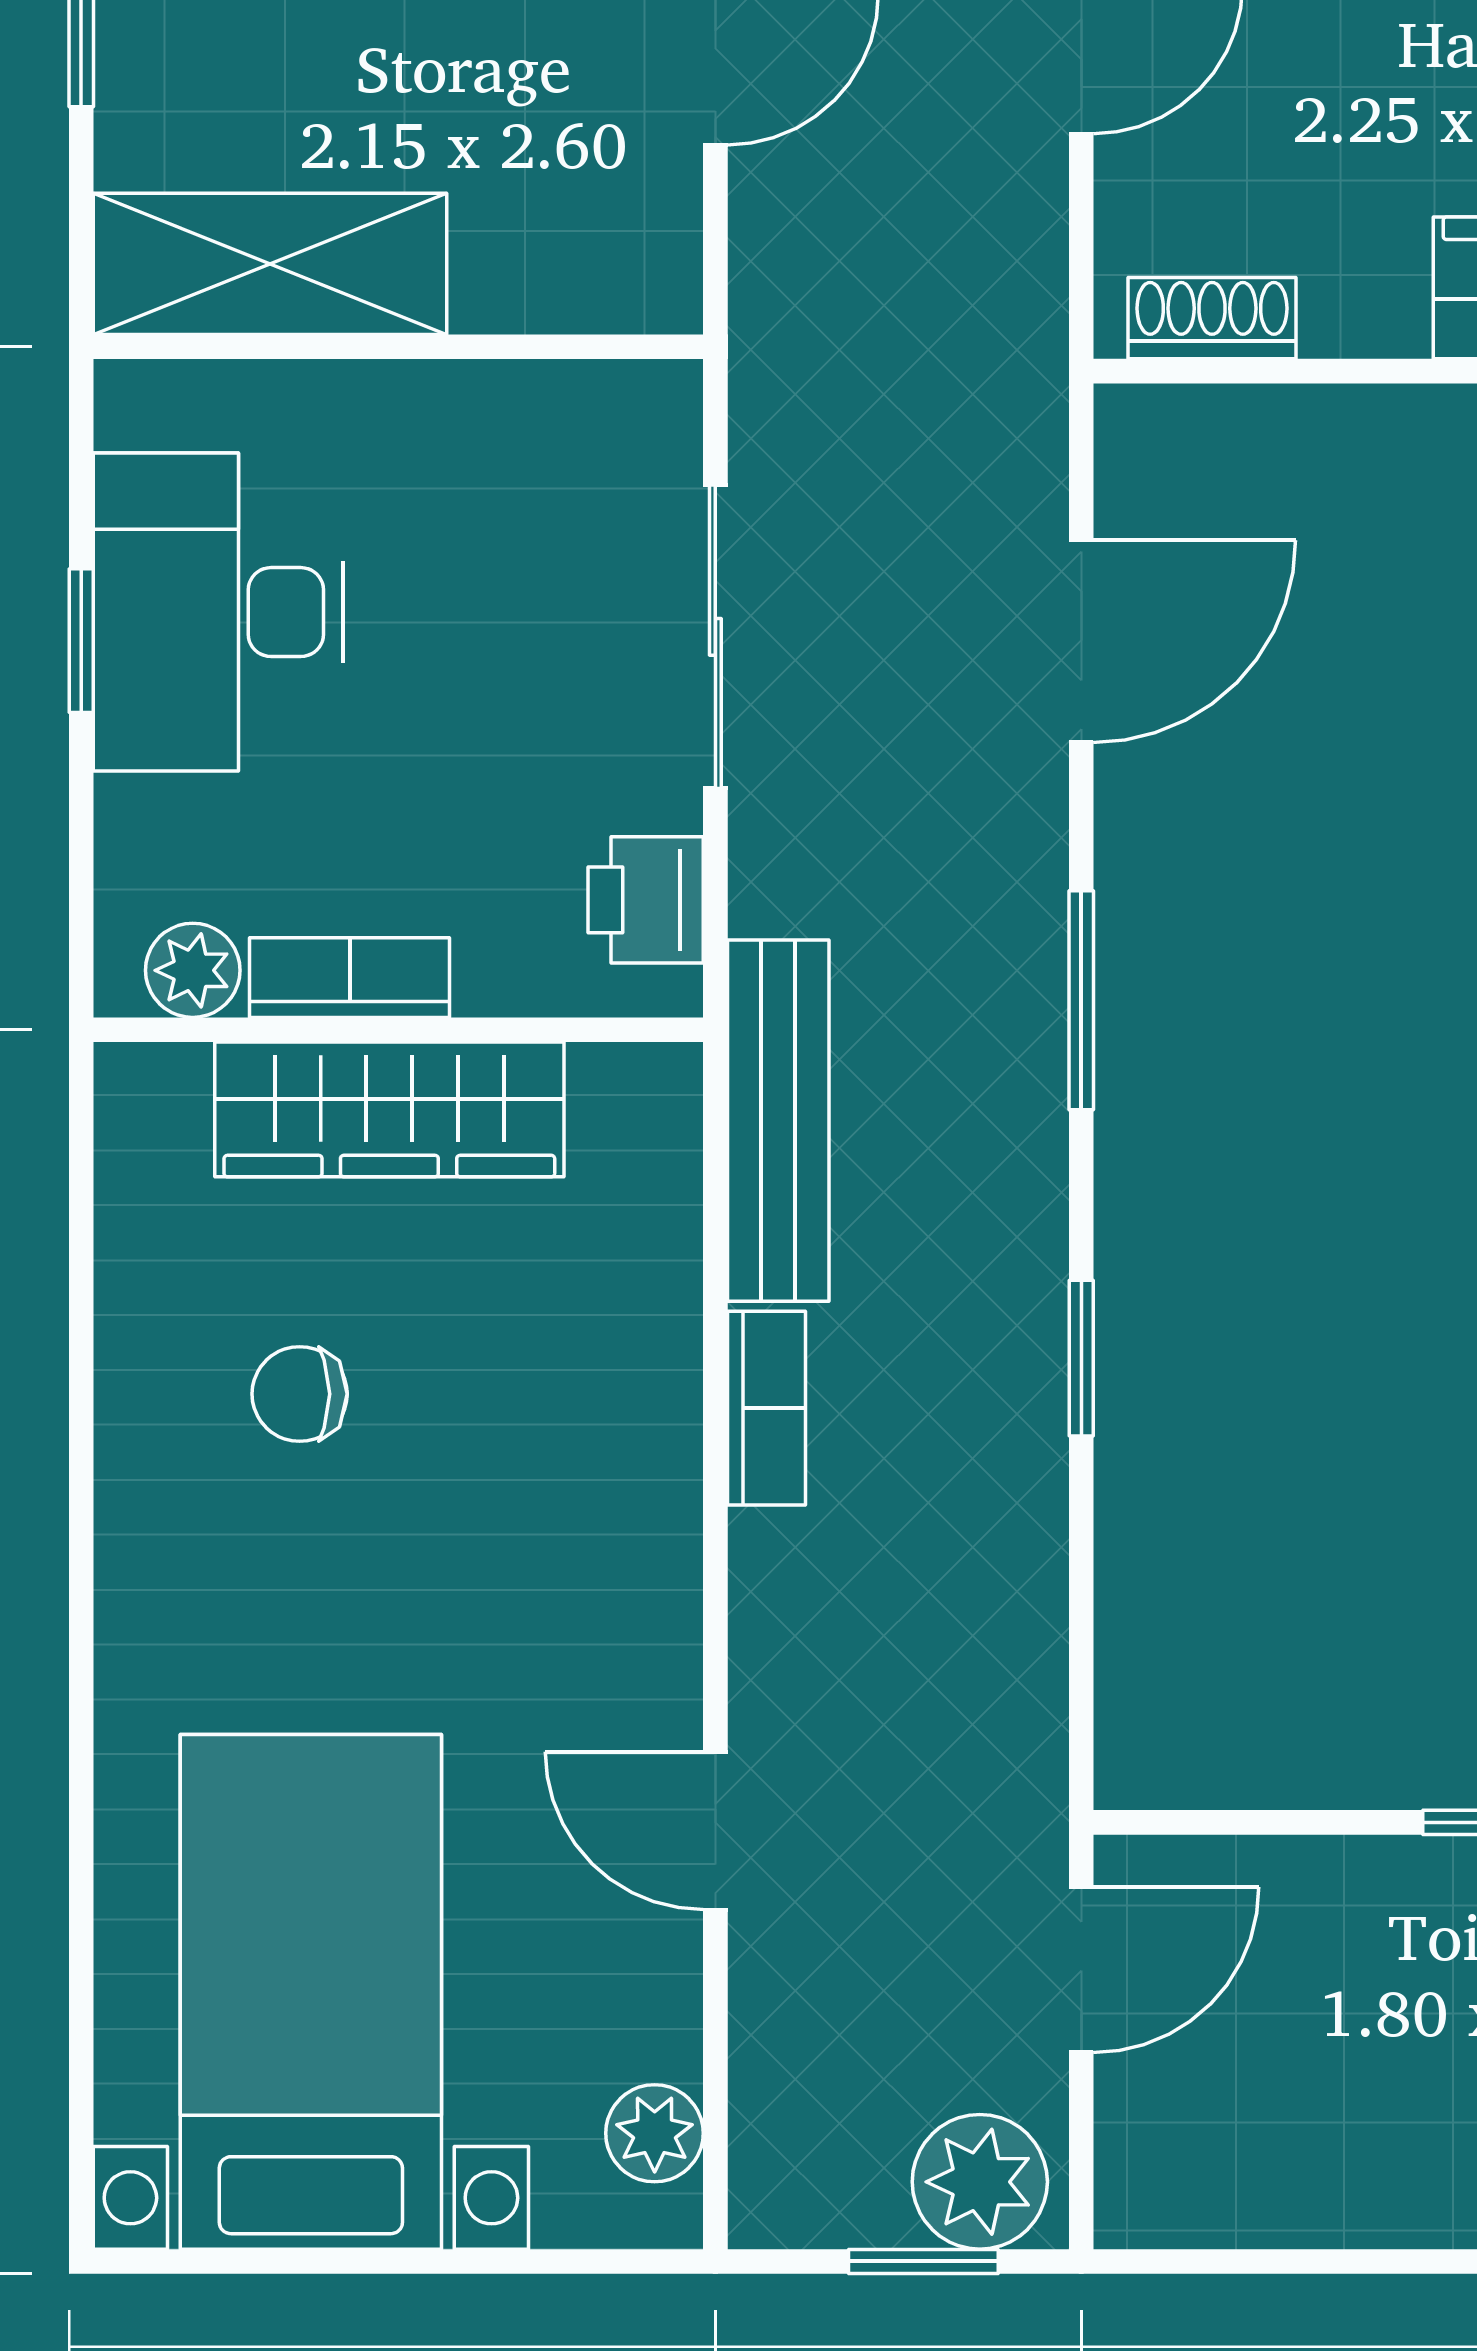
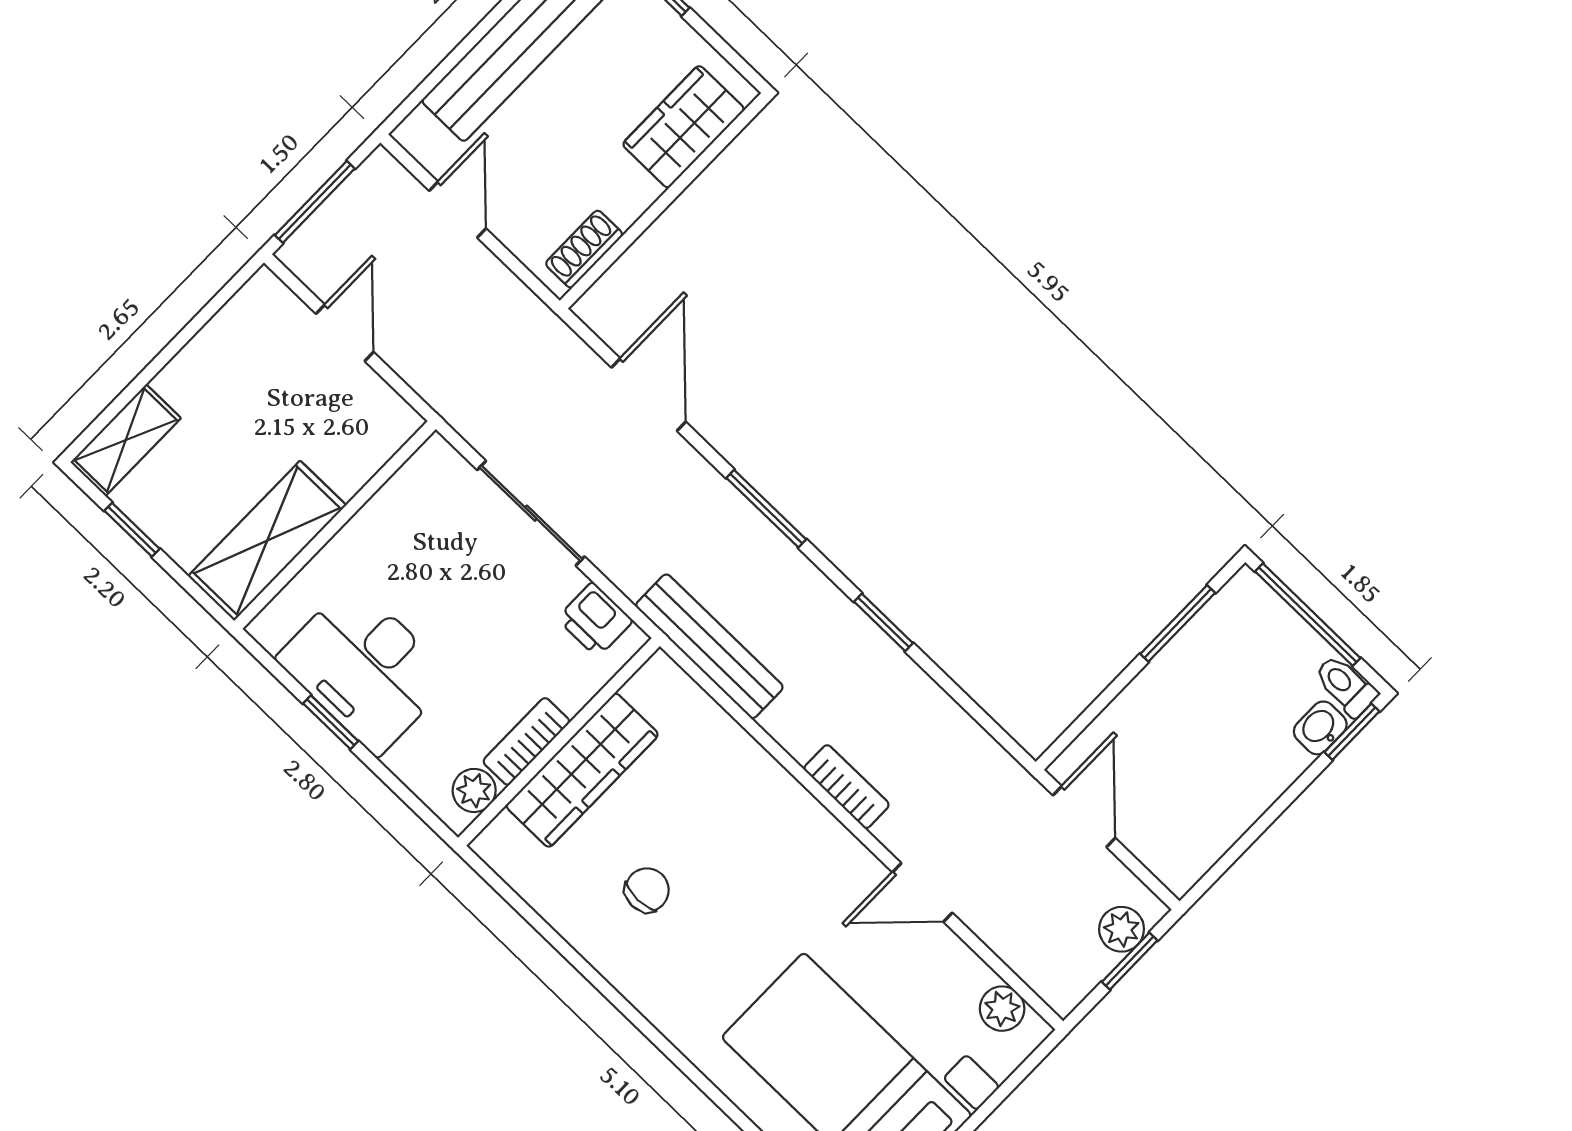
chair: (300, 1394) -> (647, 890), turned 180
bookcase: (766, 1408) -> (847, 787), moved
plant: (980, 2182) -> (1122, 929), width x0.73, depth x0.73

